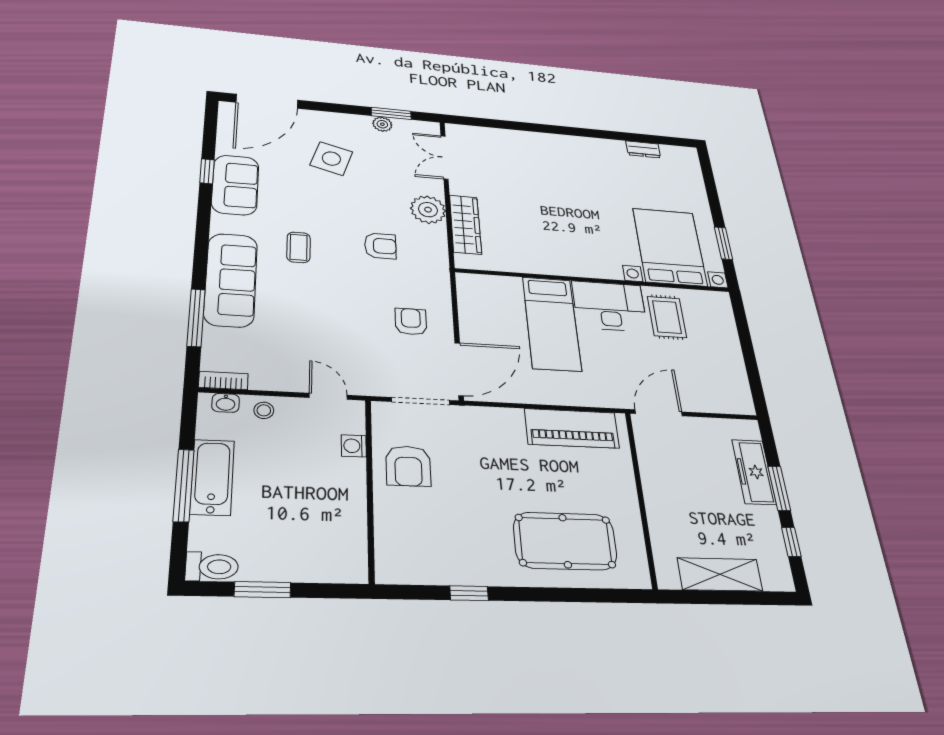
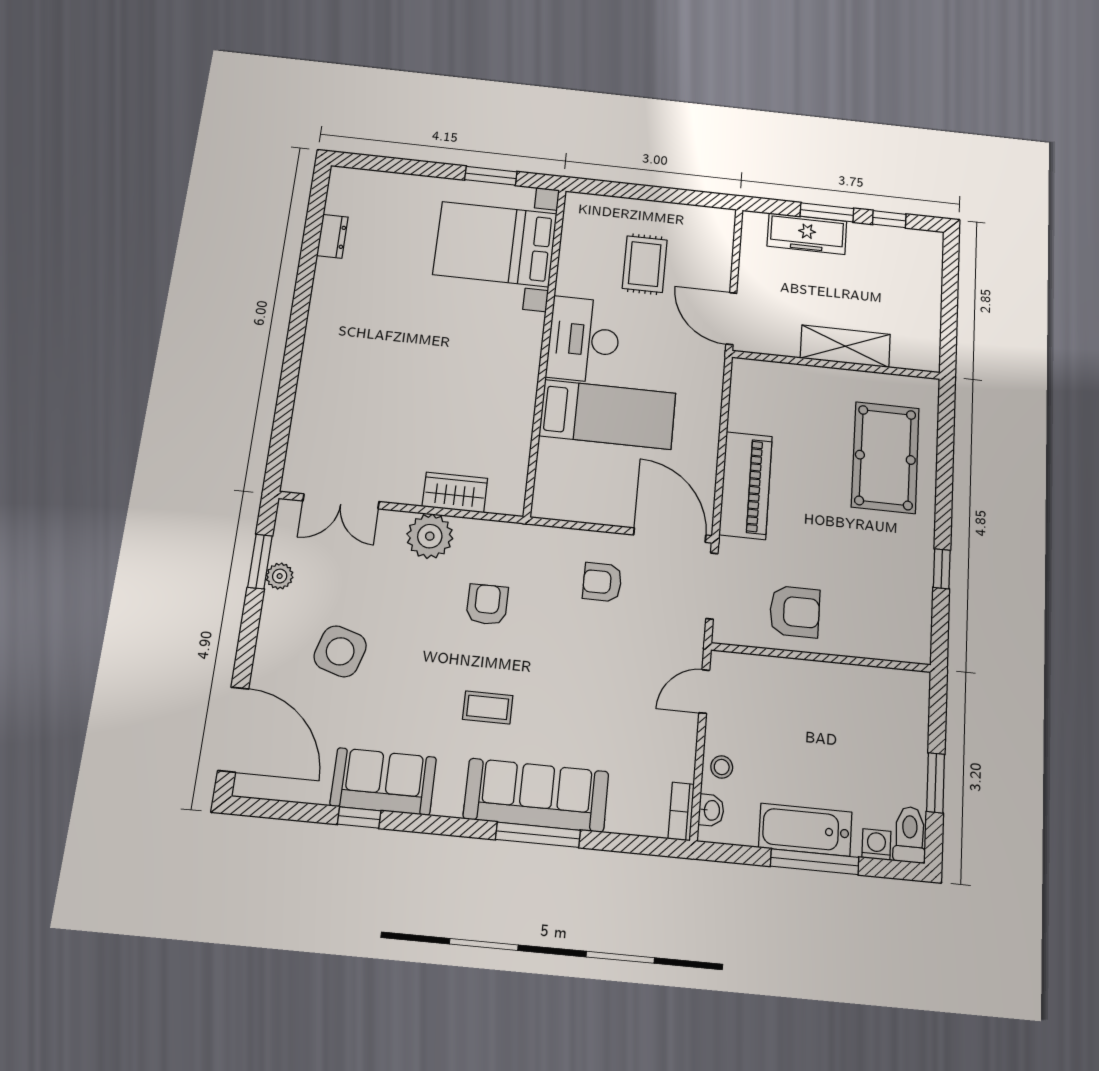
wardrobe: (465, 224) -> (455, 492), width x0.67
rug: (667, 317) -> (645, 264), moved, turned 90
window: (196, 318) -> (538, 835), moved
piano: (572, 428) -> (746, 485), moved
washing machine: (354, 446) -> (876, 844), moved, turned 180
shelving: (720, 574) -> (845, 346), moved, turned 90

